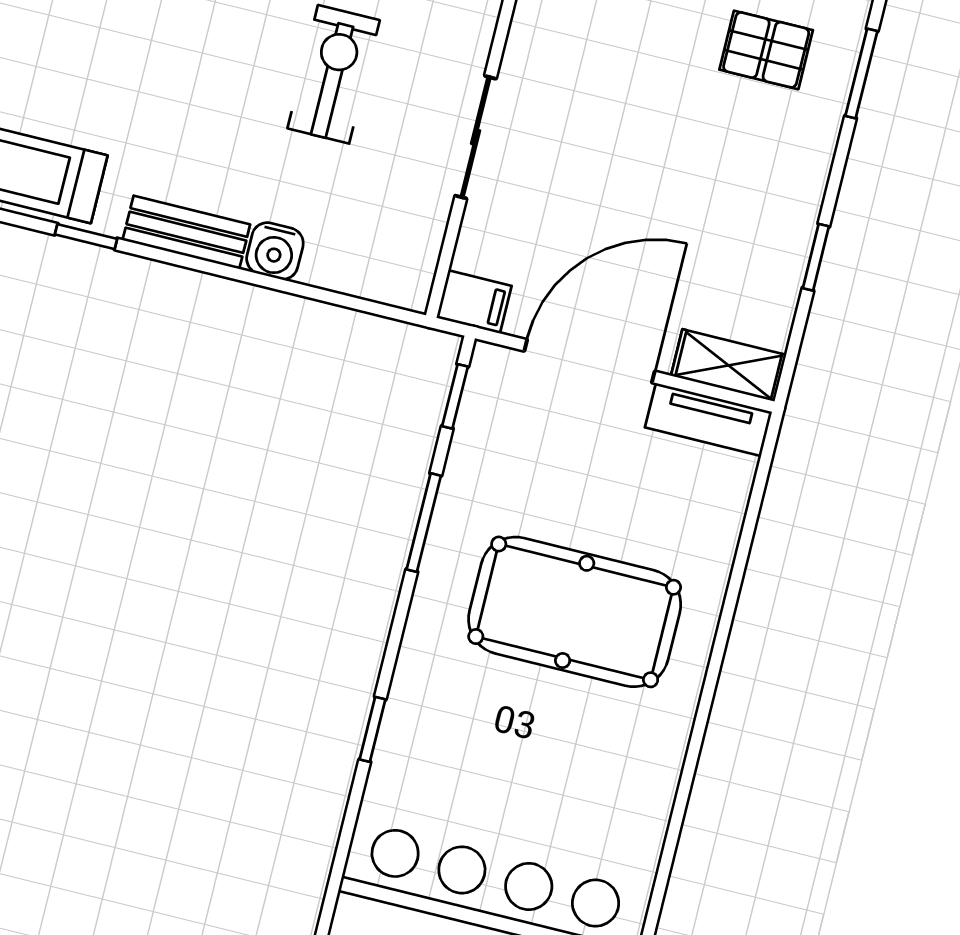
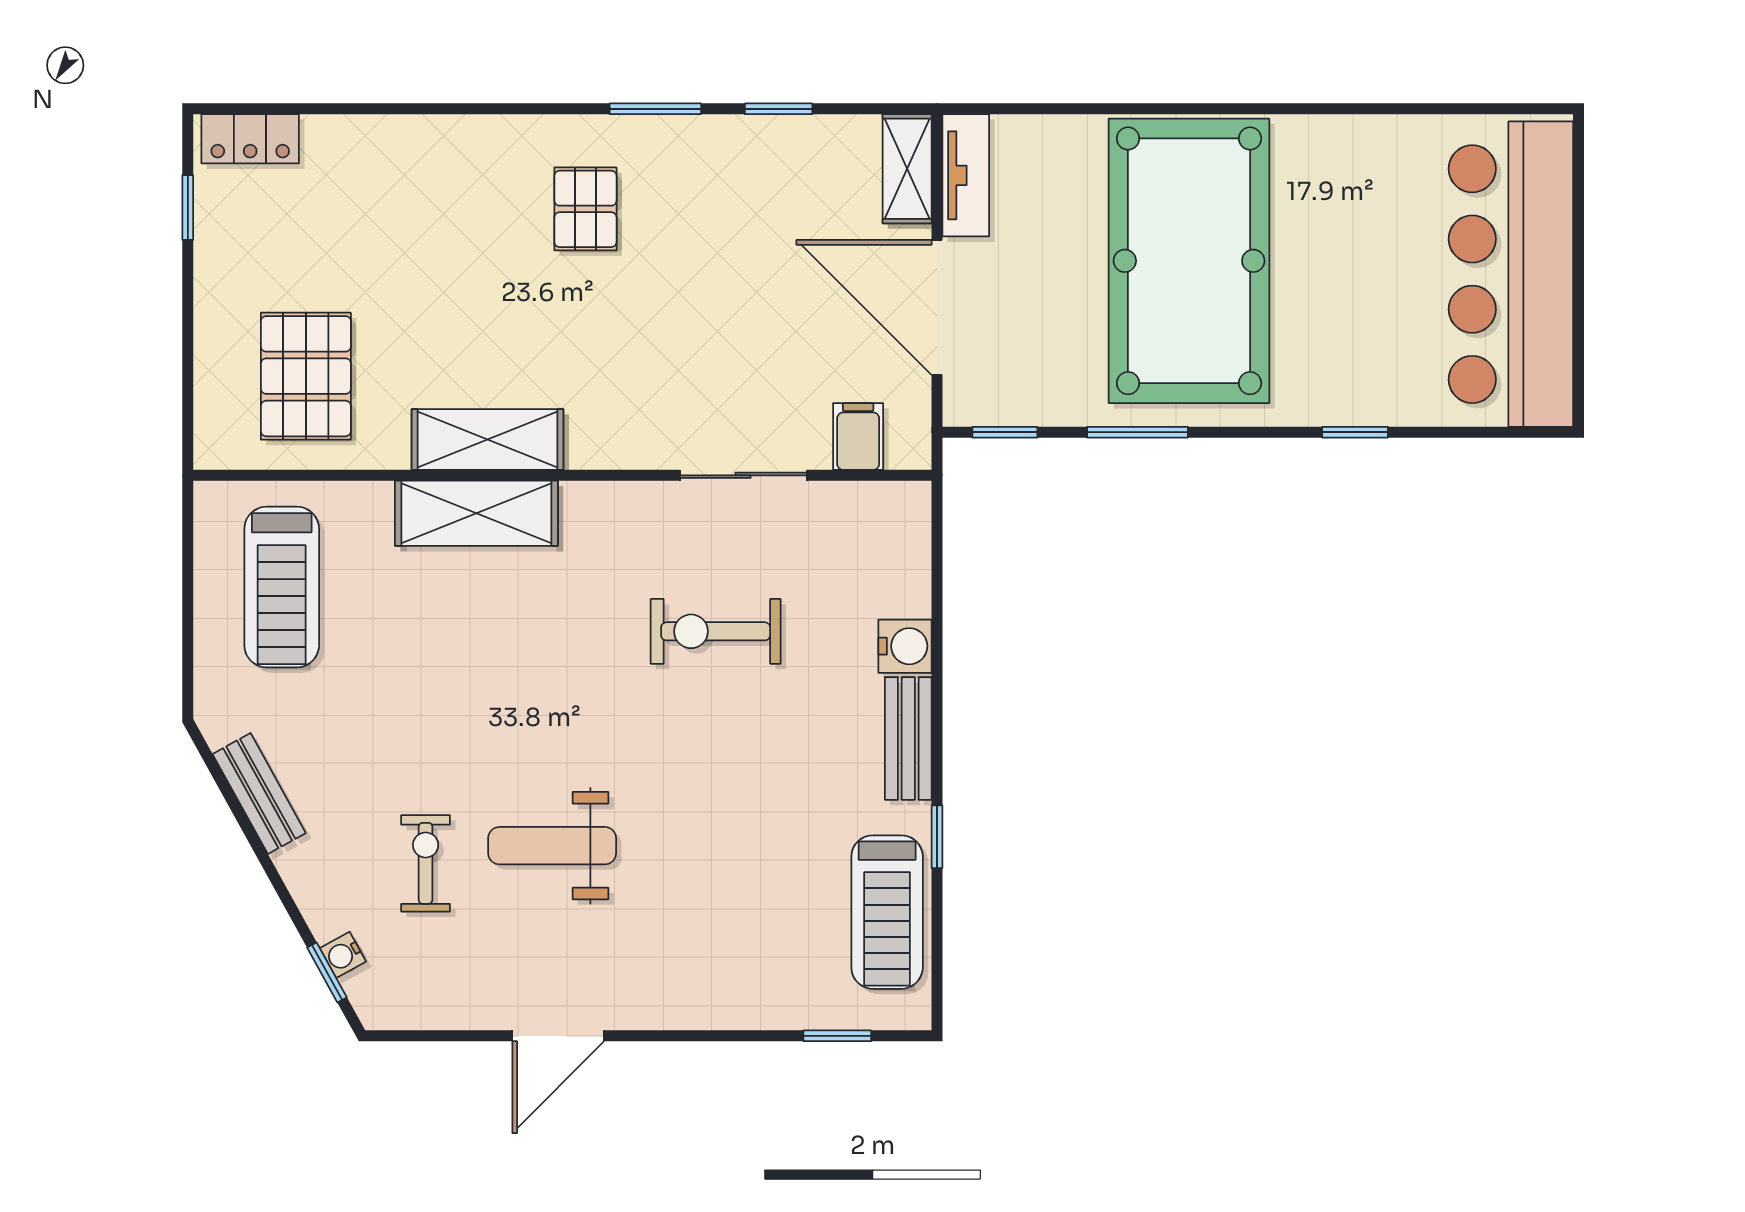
window: (861, 73) -> (655, 109), moved
filing cabinet: (474, 302) -> (858, 436), moved
pool table: (575, 612) -> (1189, 261), width x1.36, depth x1.32

